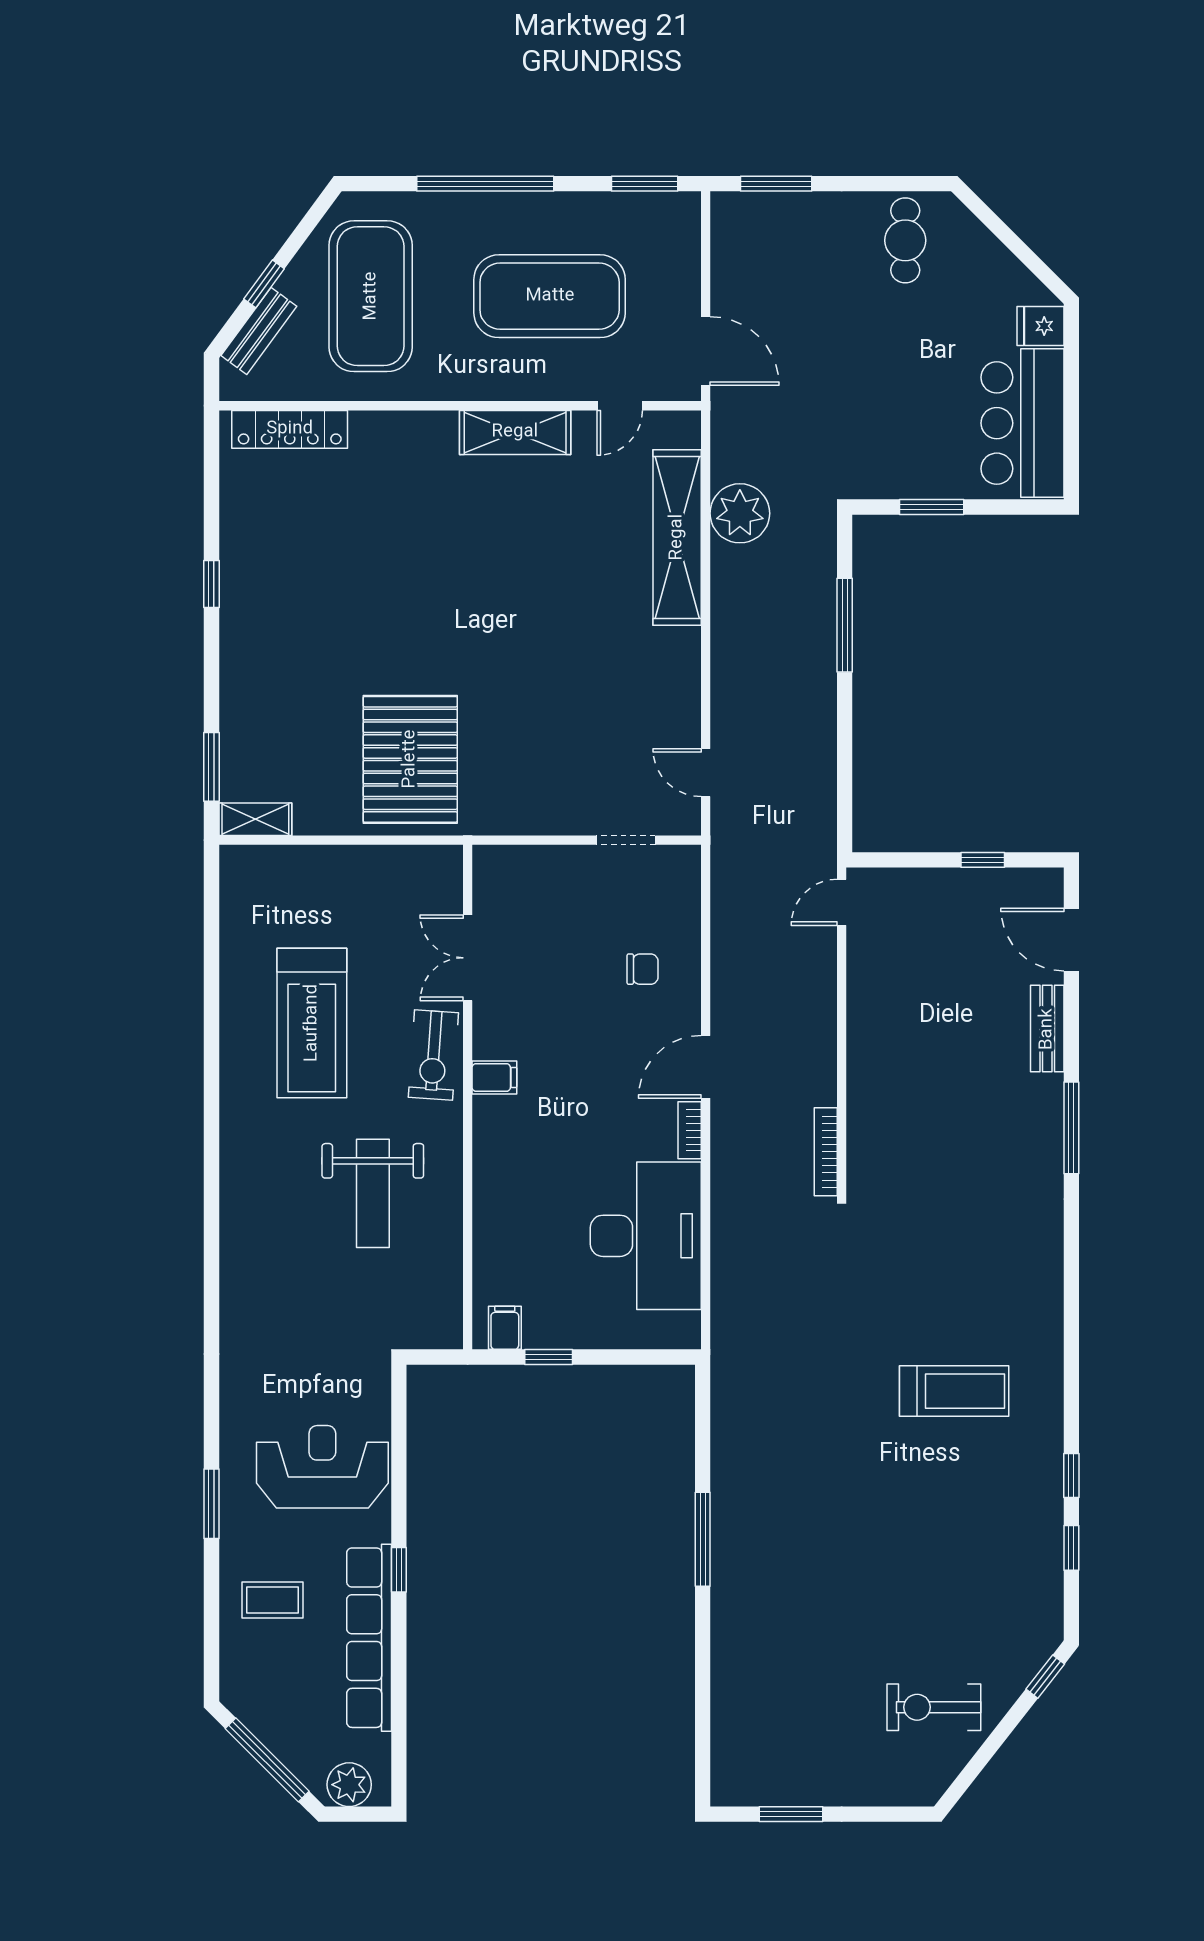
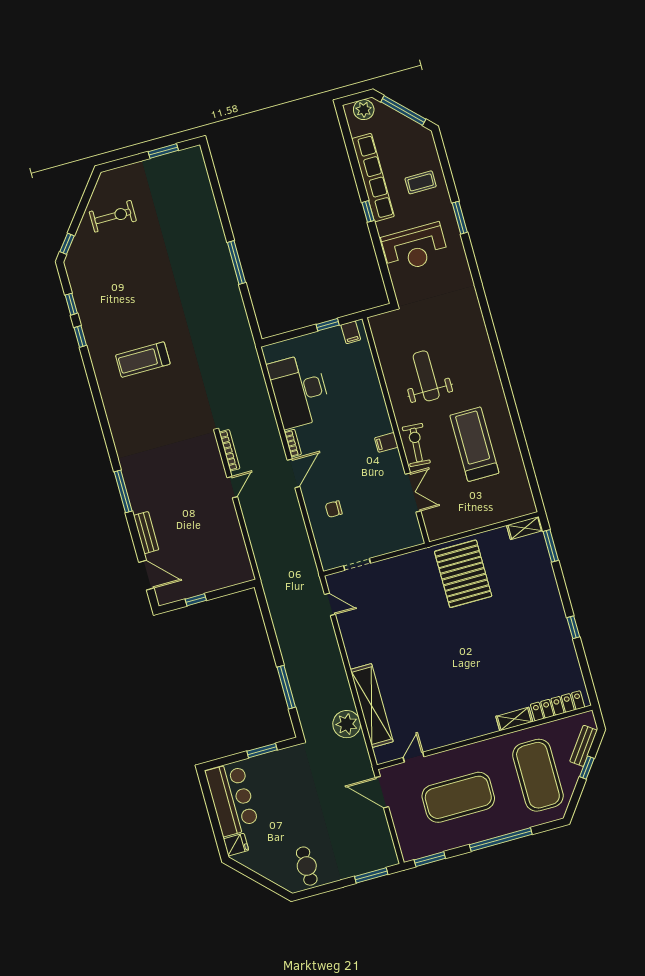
shelving: (515, 432) -> (514, 719), moved, width x0.67, depth x0.75
door: (842, 902) -> (232, 487), moved

